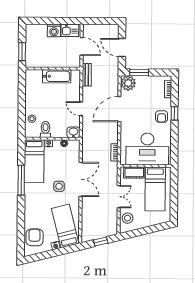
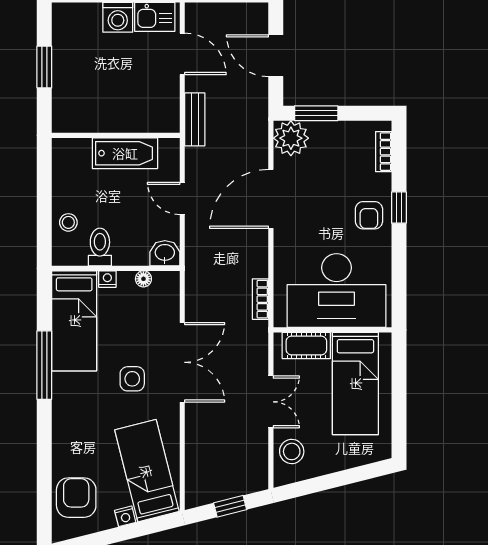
wall: (53, 69) -> (116, 135), moved
bathtub: (57, 76) -> (125, 153), moved

